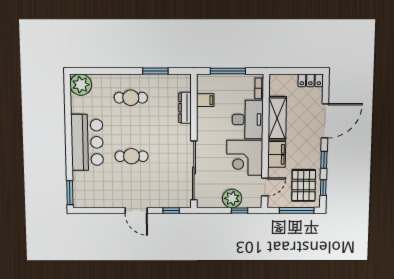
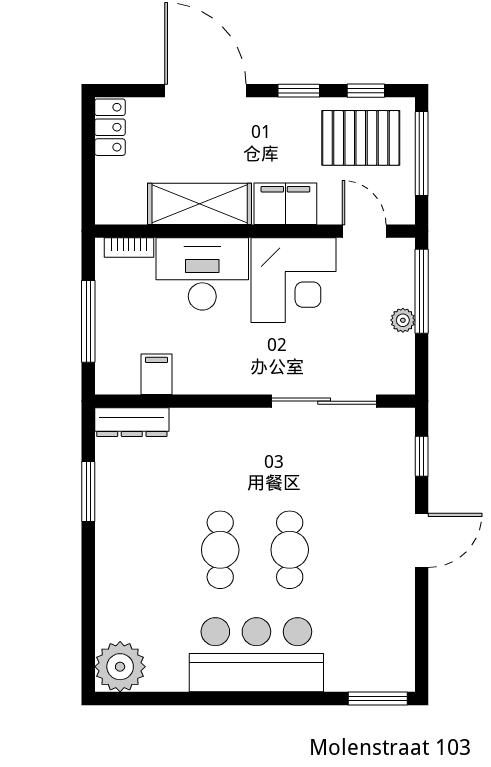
cafe table: (131, 98) -> (220, 550), moved
dresser: (185, 108) -> (132, 422), moved
sliding door: (194, 170) -> (324, 401), width x0.73
plant: (232, 198) -> (403, 320), width x0.53, depth x0.53
window: (240, 210) -> (422, 291), width x2.17

